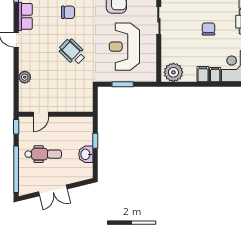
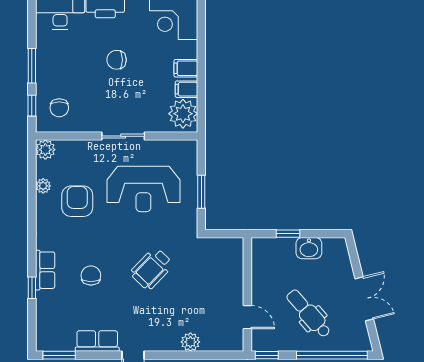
sliding door: (159, 20) -> (123, 136), moved
filing cabinet: (215, 75) -> (186, 89), moved
dental chair: (43, 154) -> (309, 314), turned -41

